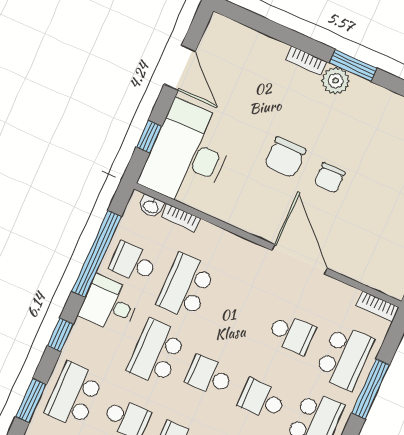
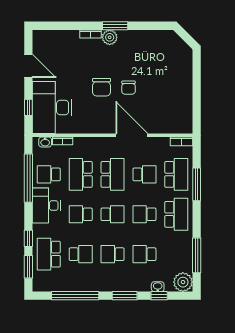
desk: (109, 304) -> (46, 205), width x1.37
school desk: (239, 310) -> (113, 174), added
window: (60, 335) -> (28, 238), moved
school desk: (156, 352) -> (81, 214), width x0.54
school desk: (209, 376) -> (113, 214), turned 180

